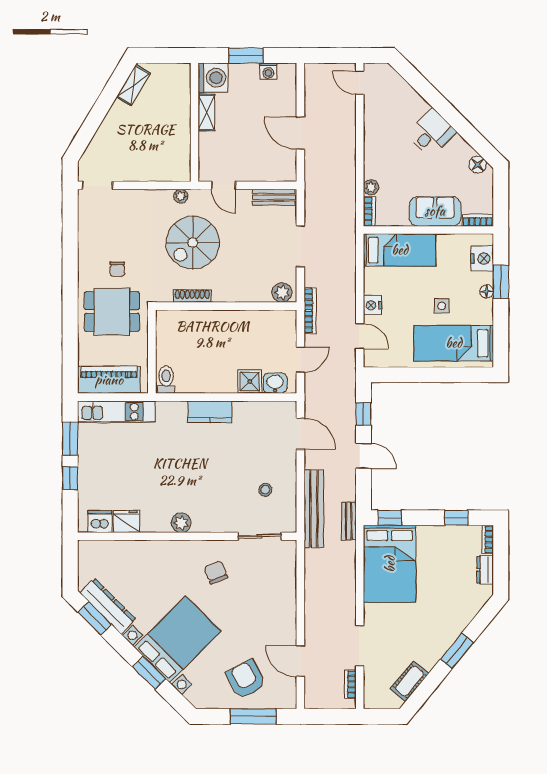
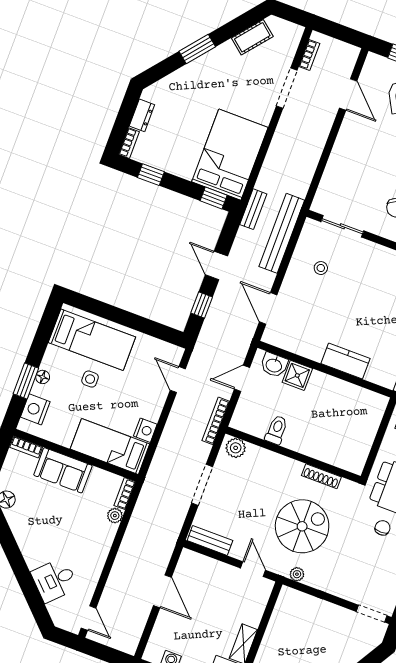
desk: (431, 133) -> (55, 580), moved
nightstand: (372, 305) -> (145, 430), moved
toilet: (166, 380) -> (276, 430), moved, turned 180

